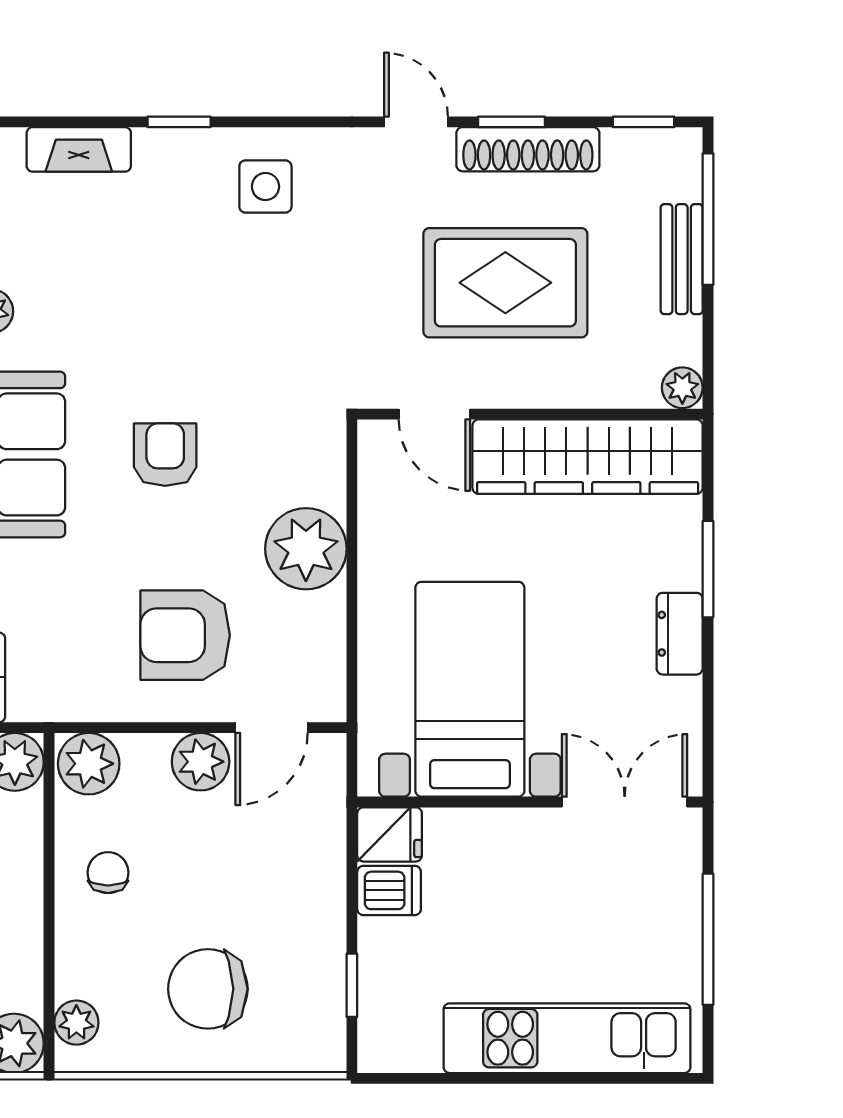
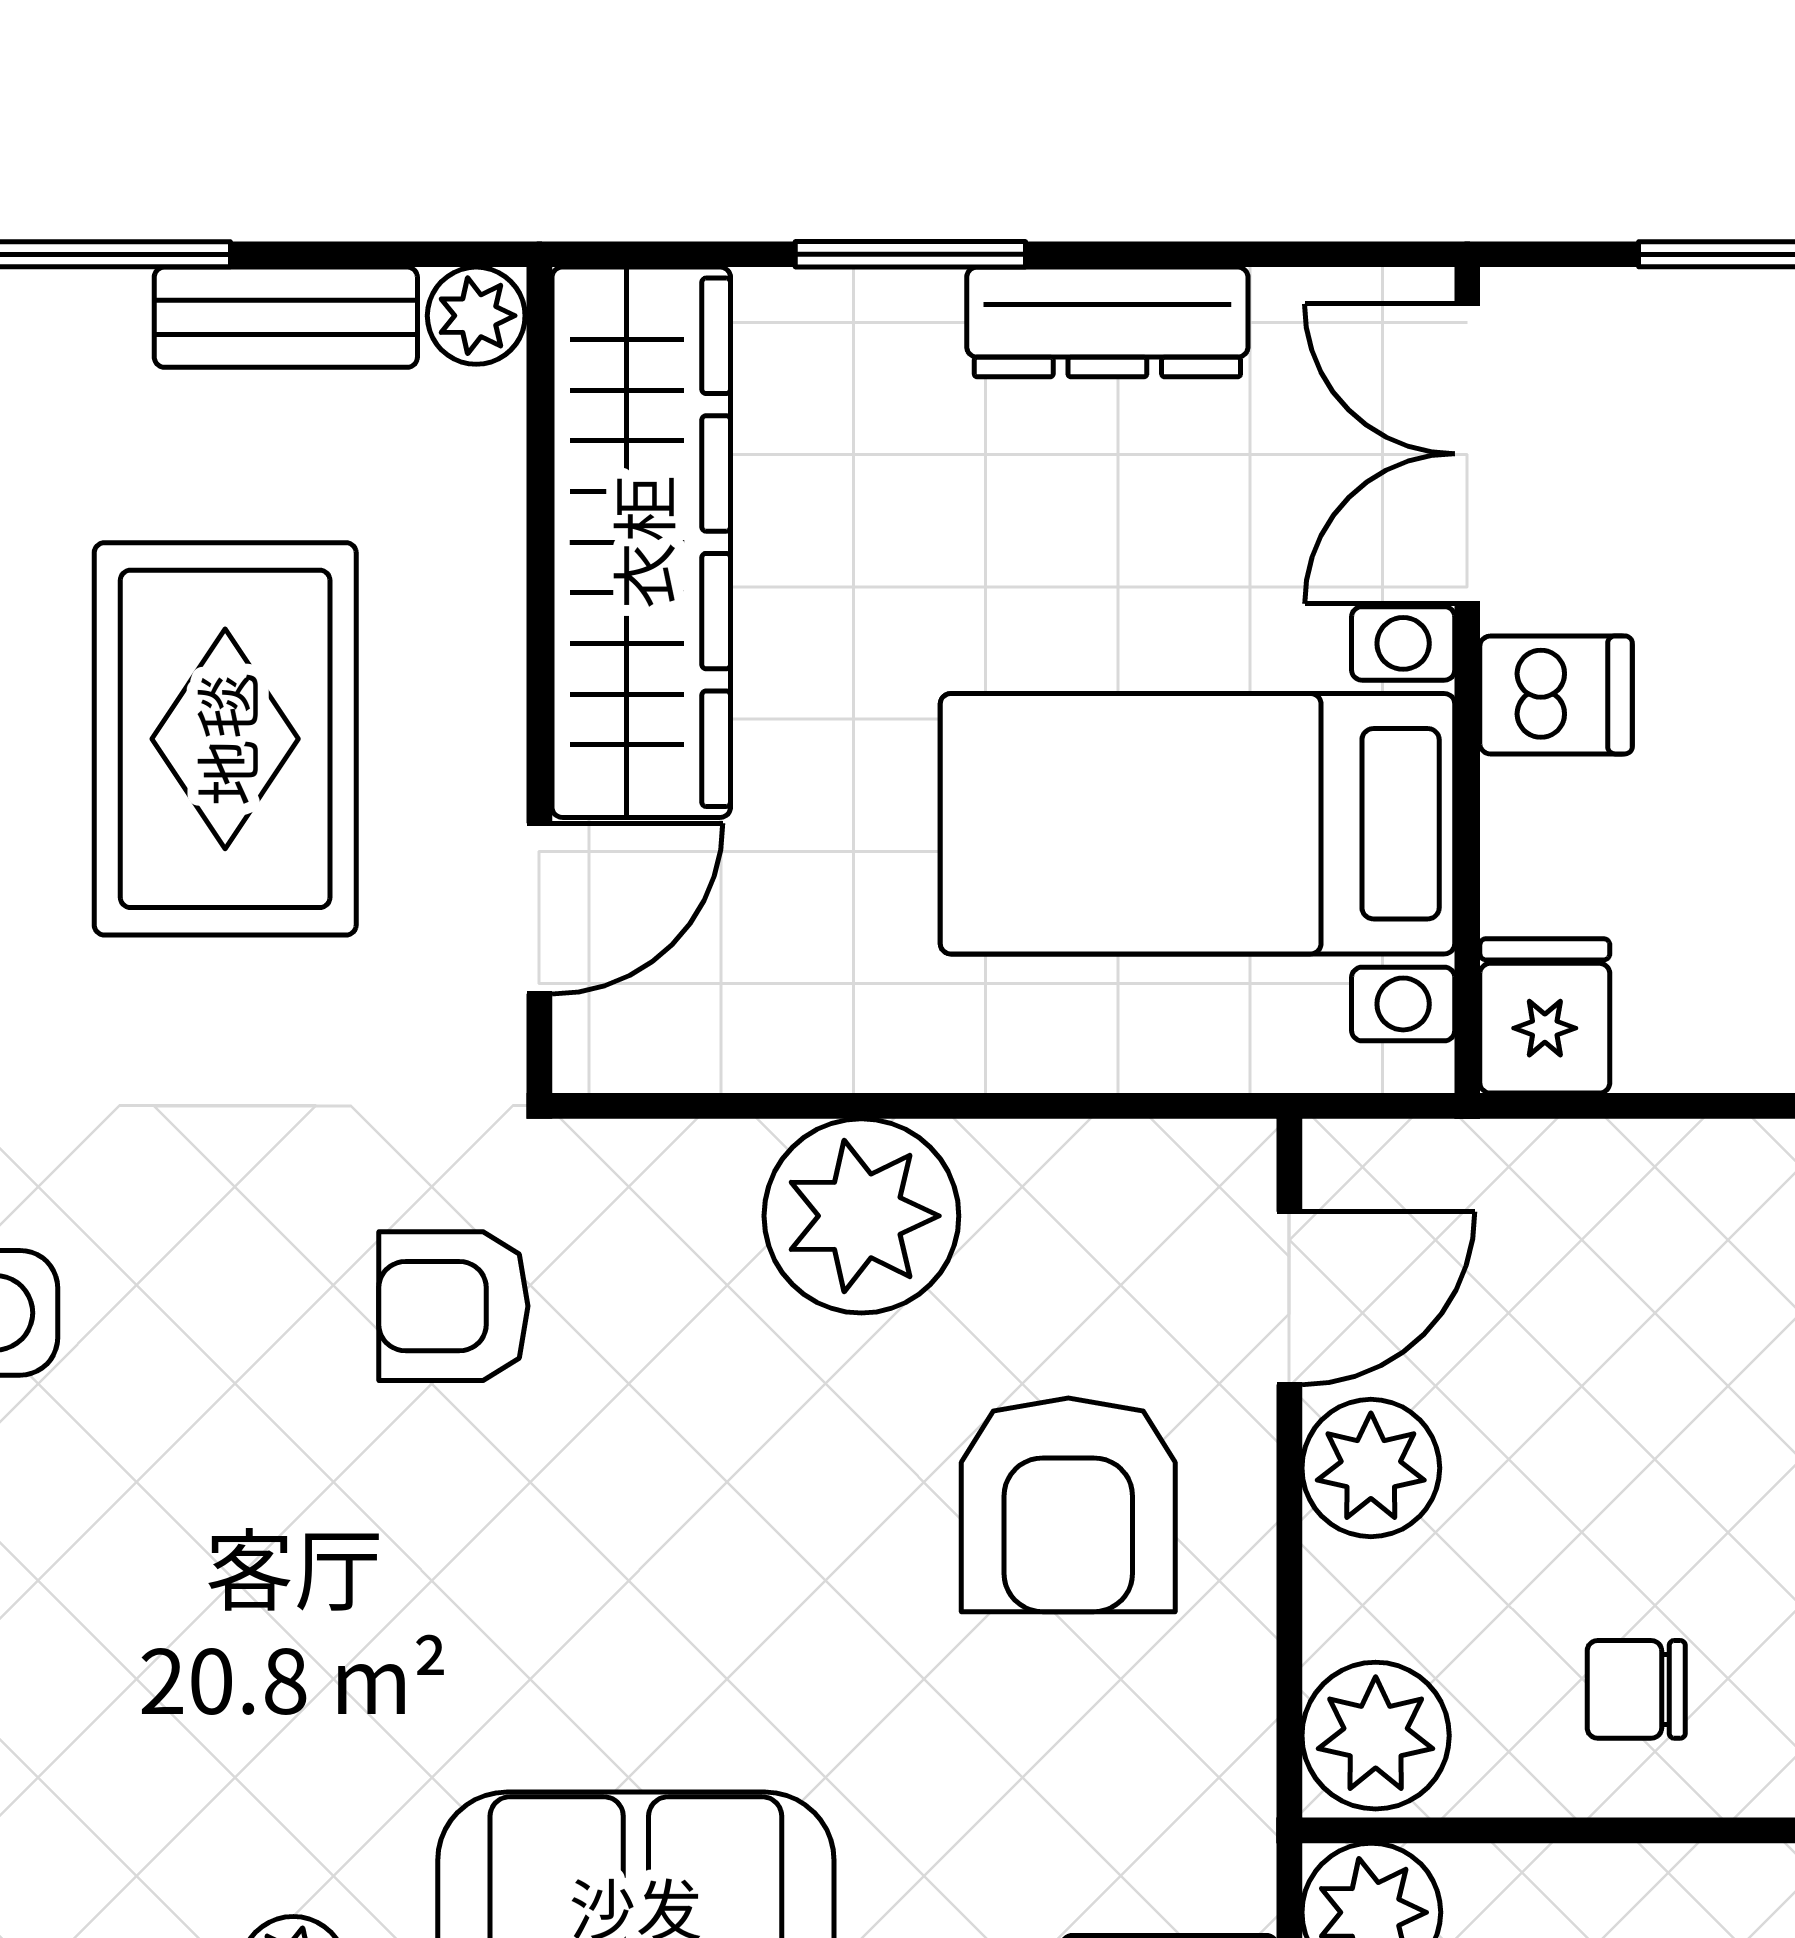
bench: (682, 259) -> (286, 317), moved
armchair: (165, 455) -> (453, 1306), moved
dresser: (680, 634) -> (1107, 322), width x1.44
door: (272, 728) -> (1289, 1298), hinge flipped
dishwasher: (389, 890) -> (1556, 695), moved, turned 90

